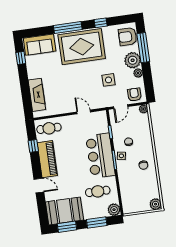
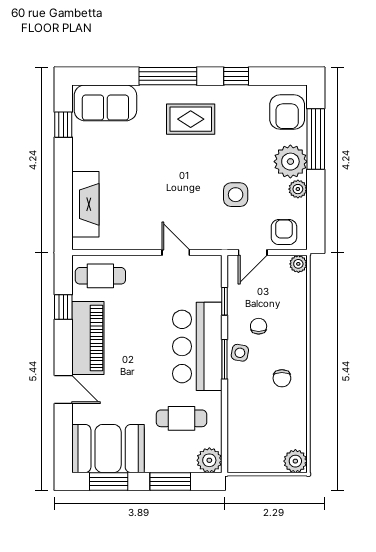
armchair: (128, 37) -> (287, 112), turned -90
rug: (82, 47) -> (191, 119), width x0.54, depth x0.49

